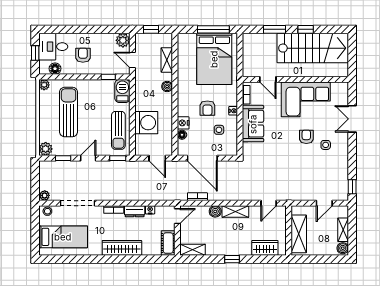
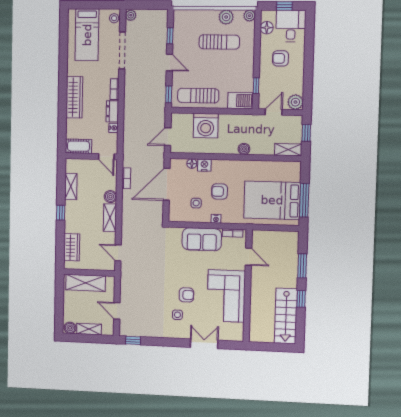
stairs: (313, 48) -> (286, 316), width x0.73, depth x0.66
armchair: (83, 55) -> (281, 58), turned 180
shelving: (167, 60) -> (288, 150), moved
door: (268, 79) -> (248, 257), swing flipped
sun lounger: (69, 112) -> (219, 42), width x0.73, depth x0.75
plant: (46, 149) -> (226, 17), moved
shelving: (193, 250) -> (71, 187), moved

